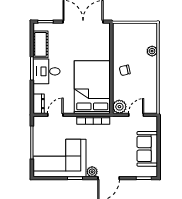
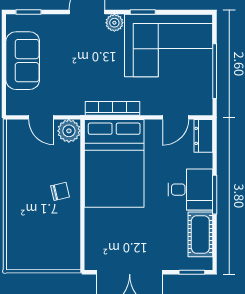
plant: (152, 51) -> (15, 223), removed
door: (136, 115) -> (41, 117), hinge flipped

